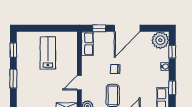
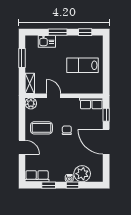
plant: (160, 40) -> (82, 174), moved
window: (172, 52) -> (72, 185), moved
lab bench: (48, 53) -> (82, 65), turned 180
kitchen sink: (23, 90) -> (47, 41), added

